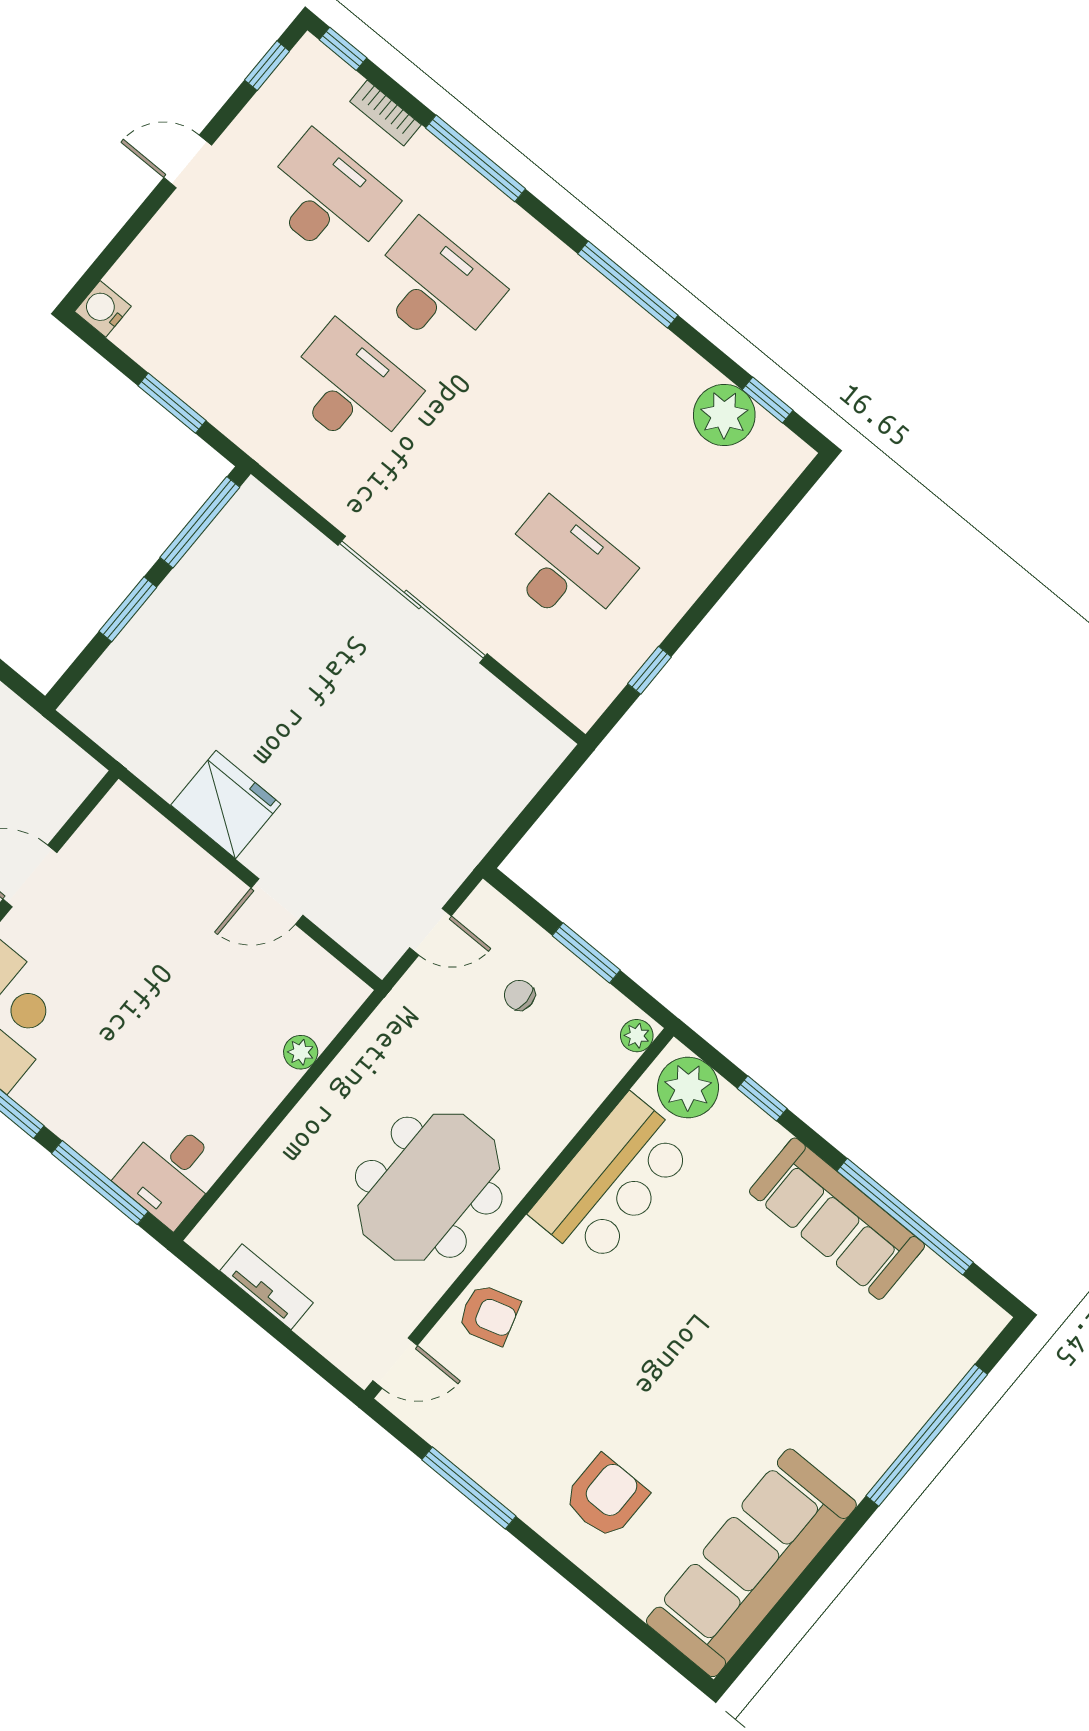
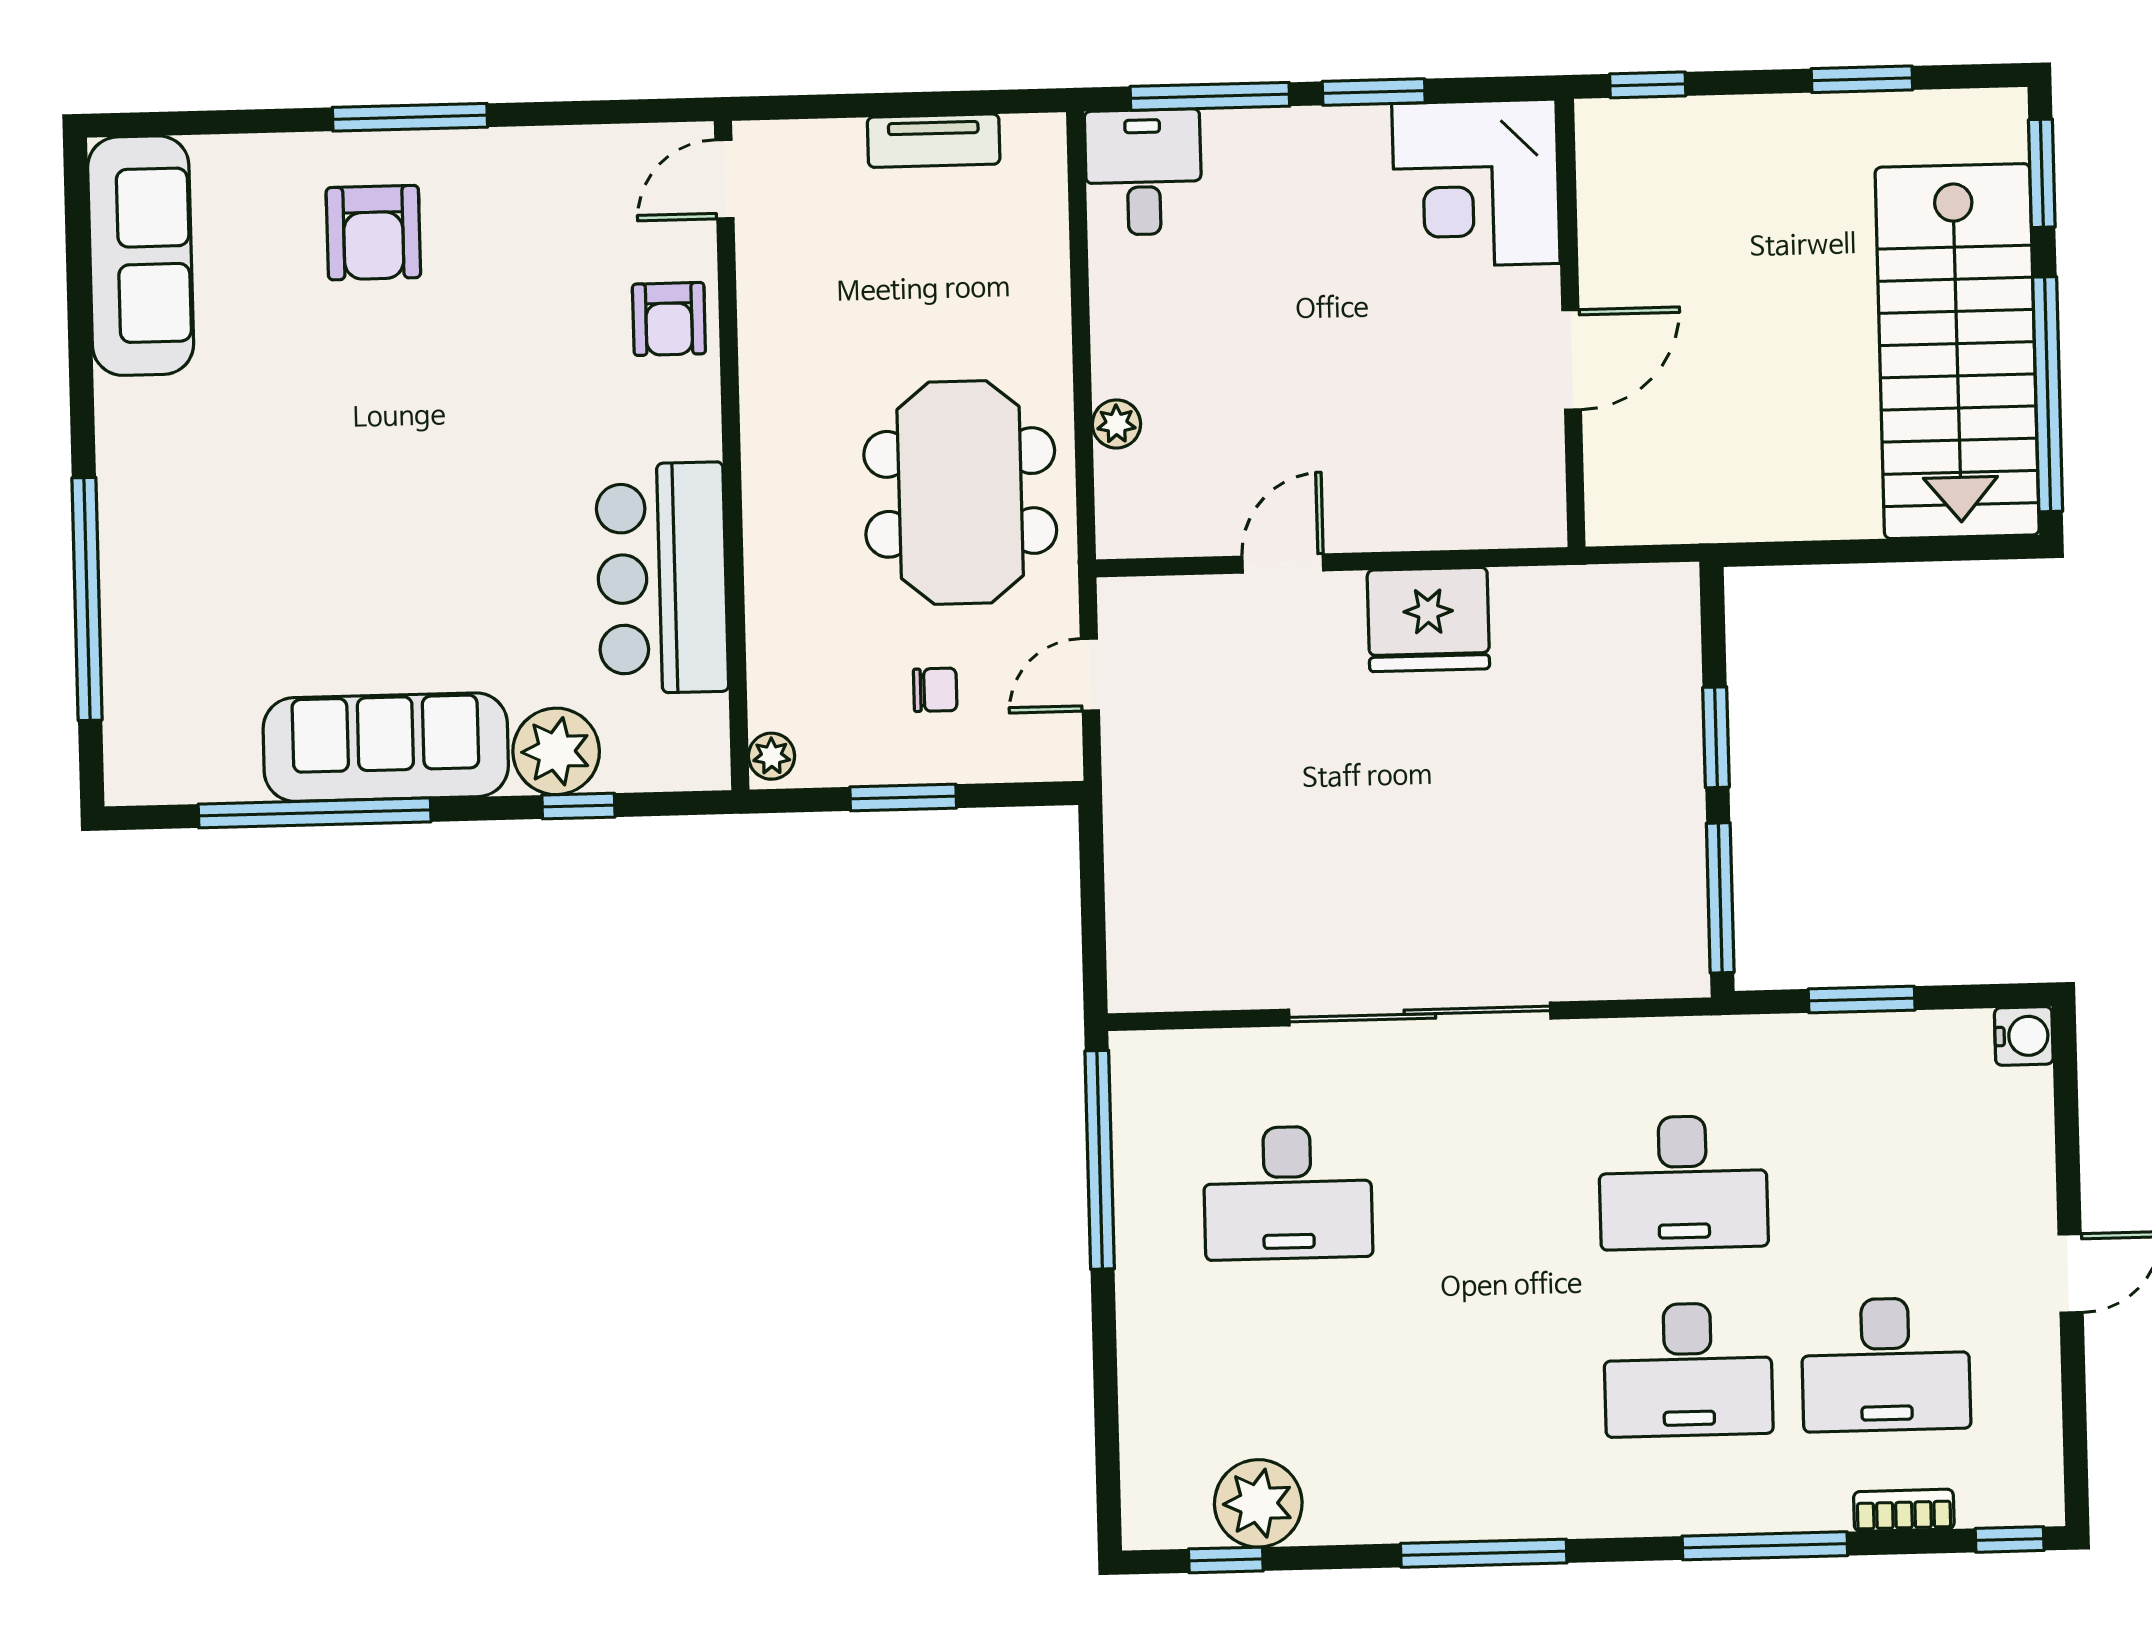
window: (267, 66) -> (2075, 1450), removed
window: (650, 670) -> (1100, 1160), width x3.17
plant: (688, 1088) -> (556, 751), moved
meeting table: (429, 1187) -> (960, 492), moved
armchair: (489, 1315) -> (669, 319), turned -73
window: (469, 1488) -> (410, 117), moved
sofa: (751, 1563) -> (141, 256), width x0.74, depth x0.79

